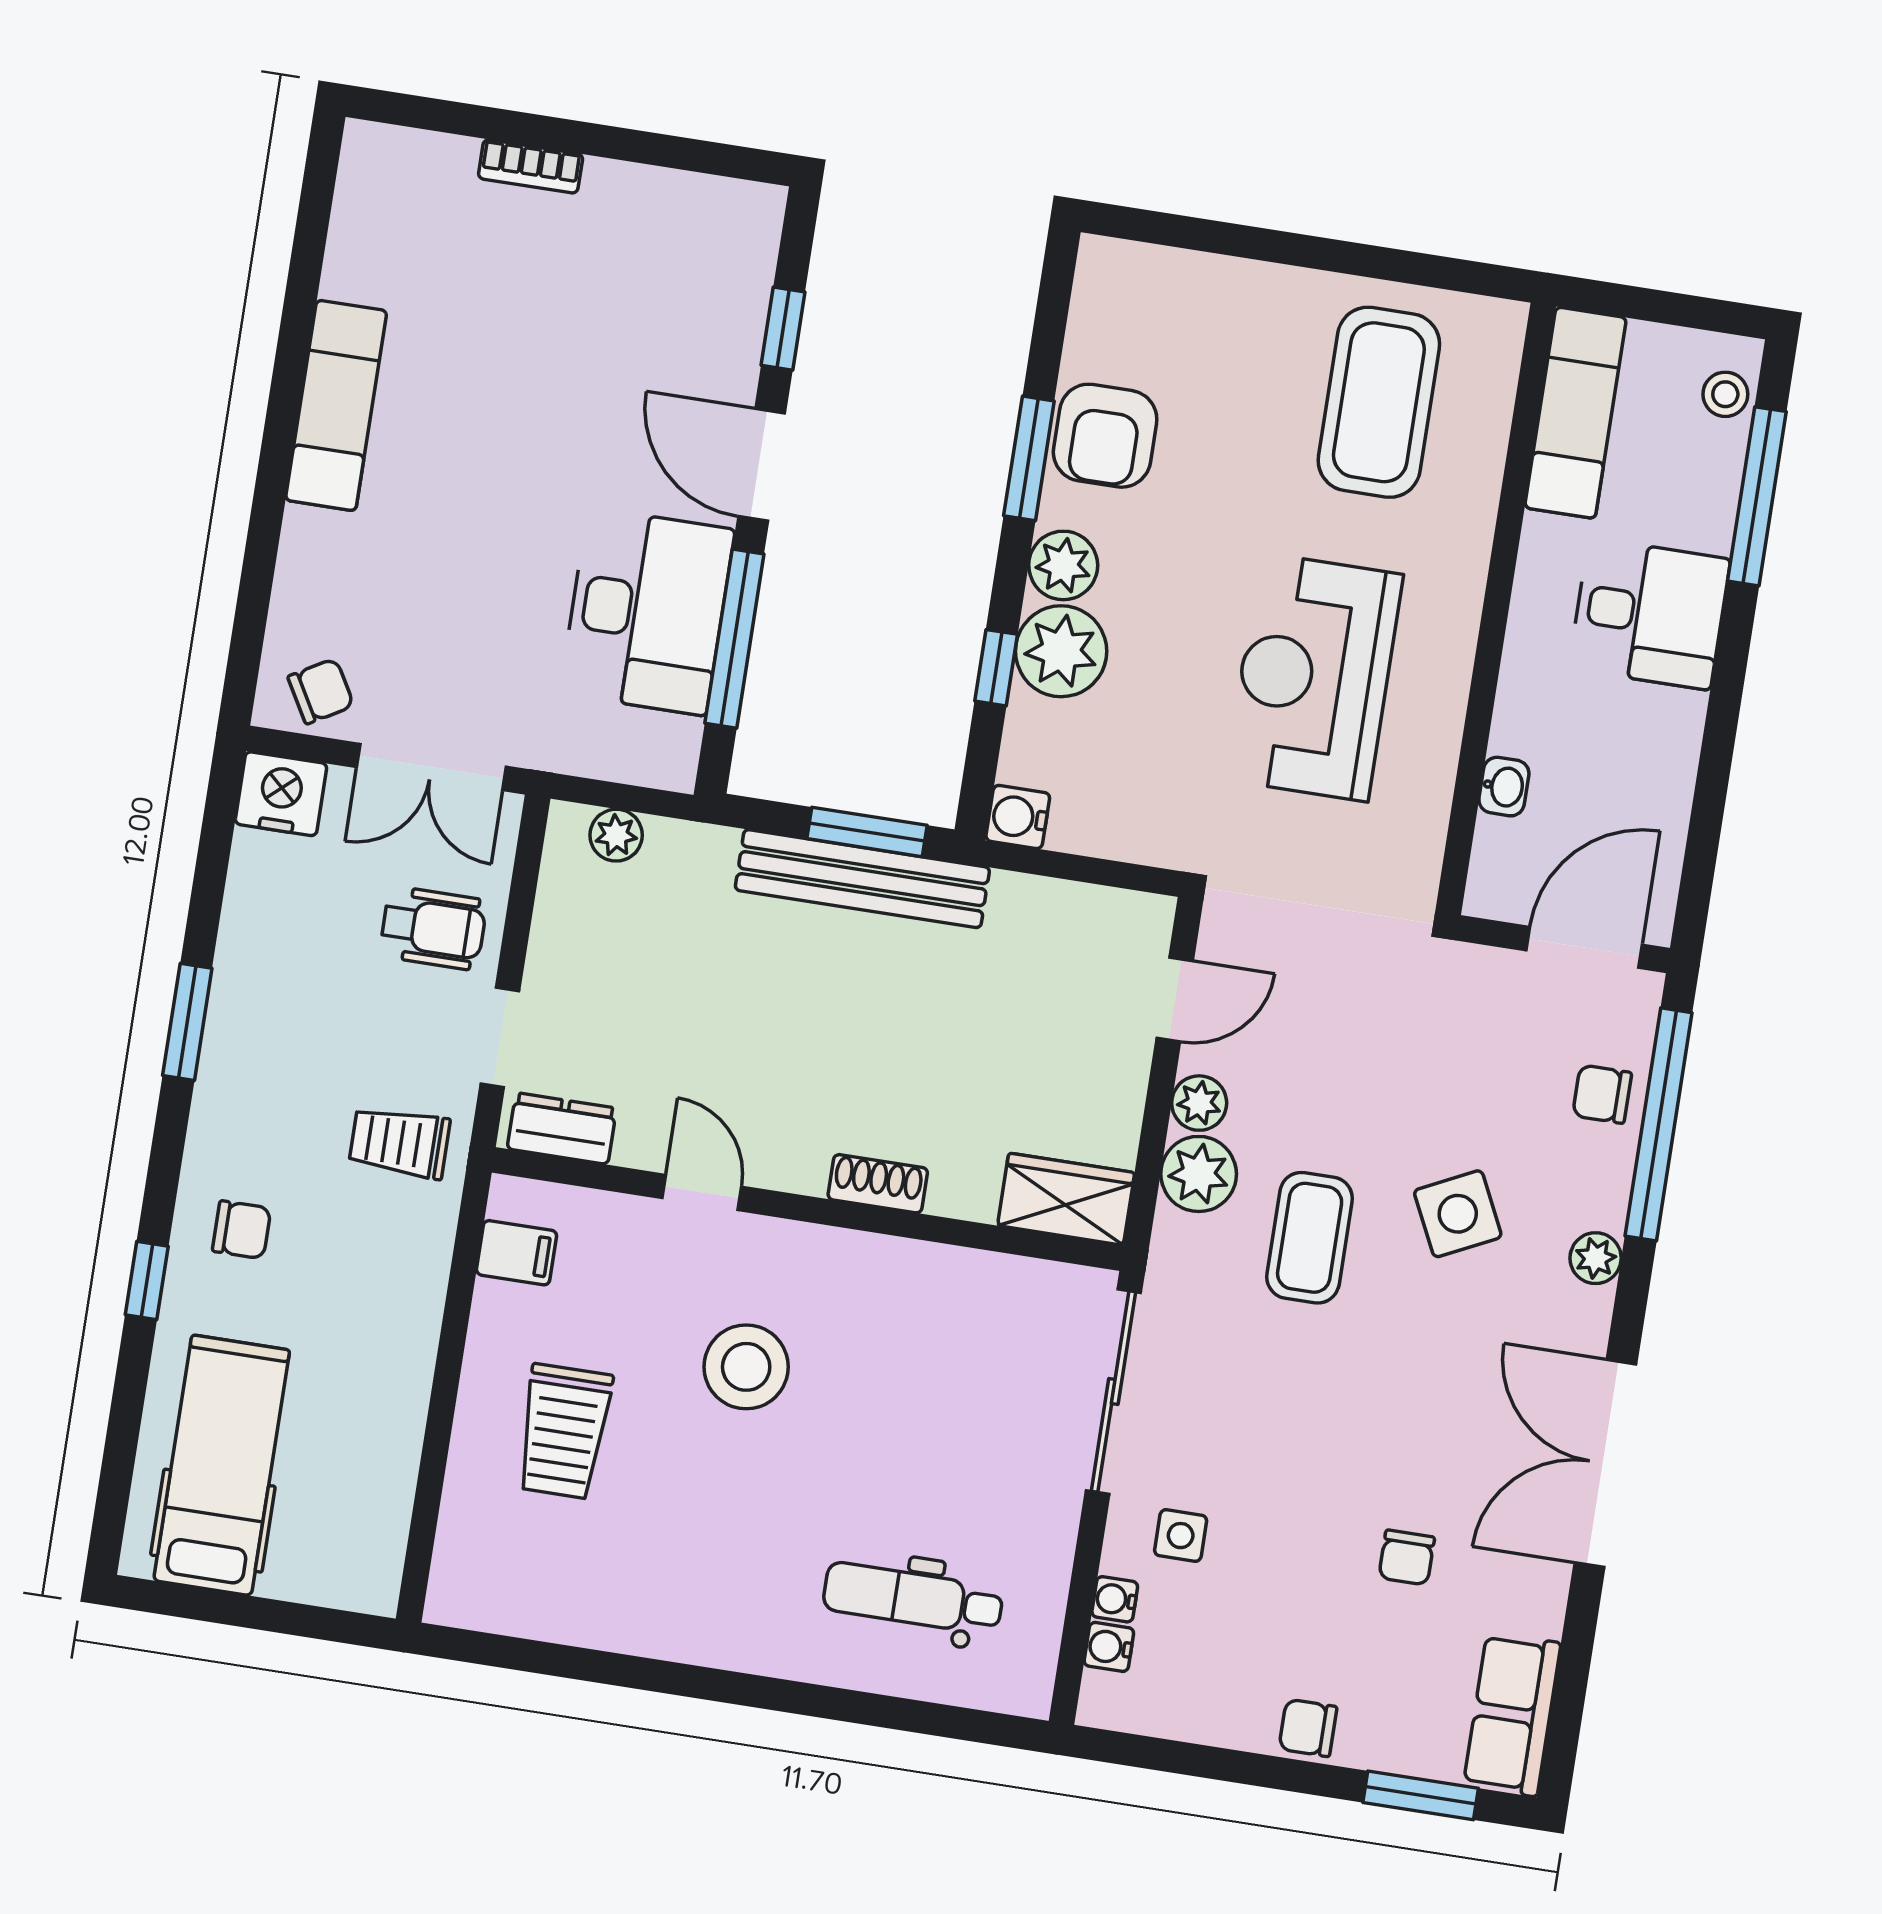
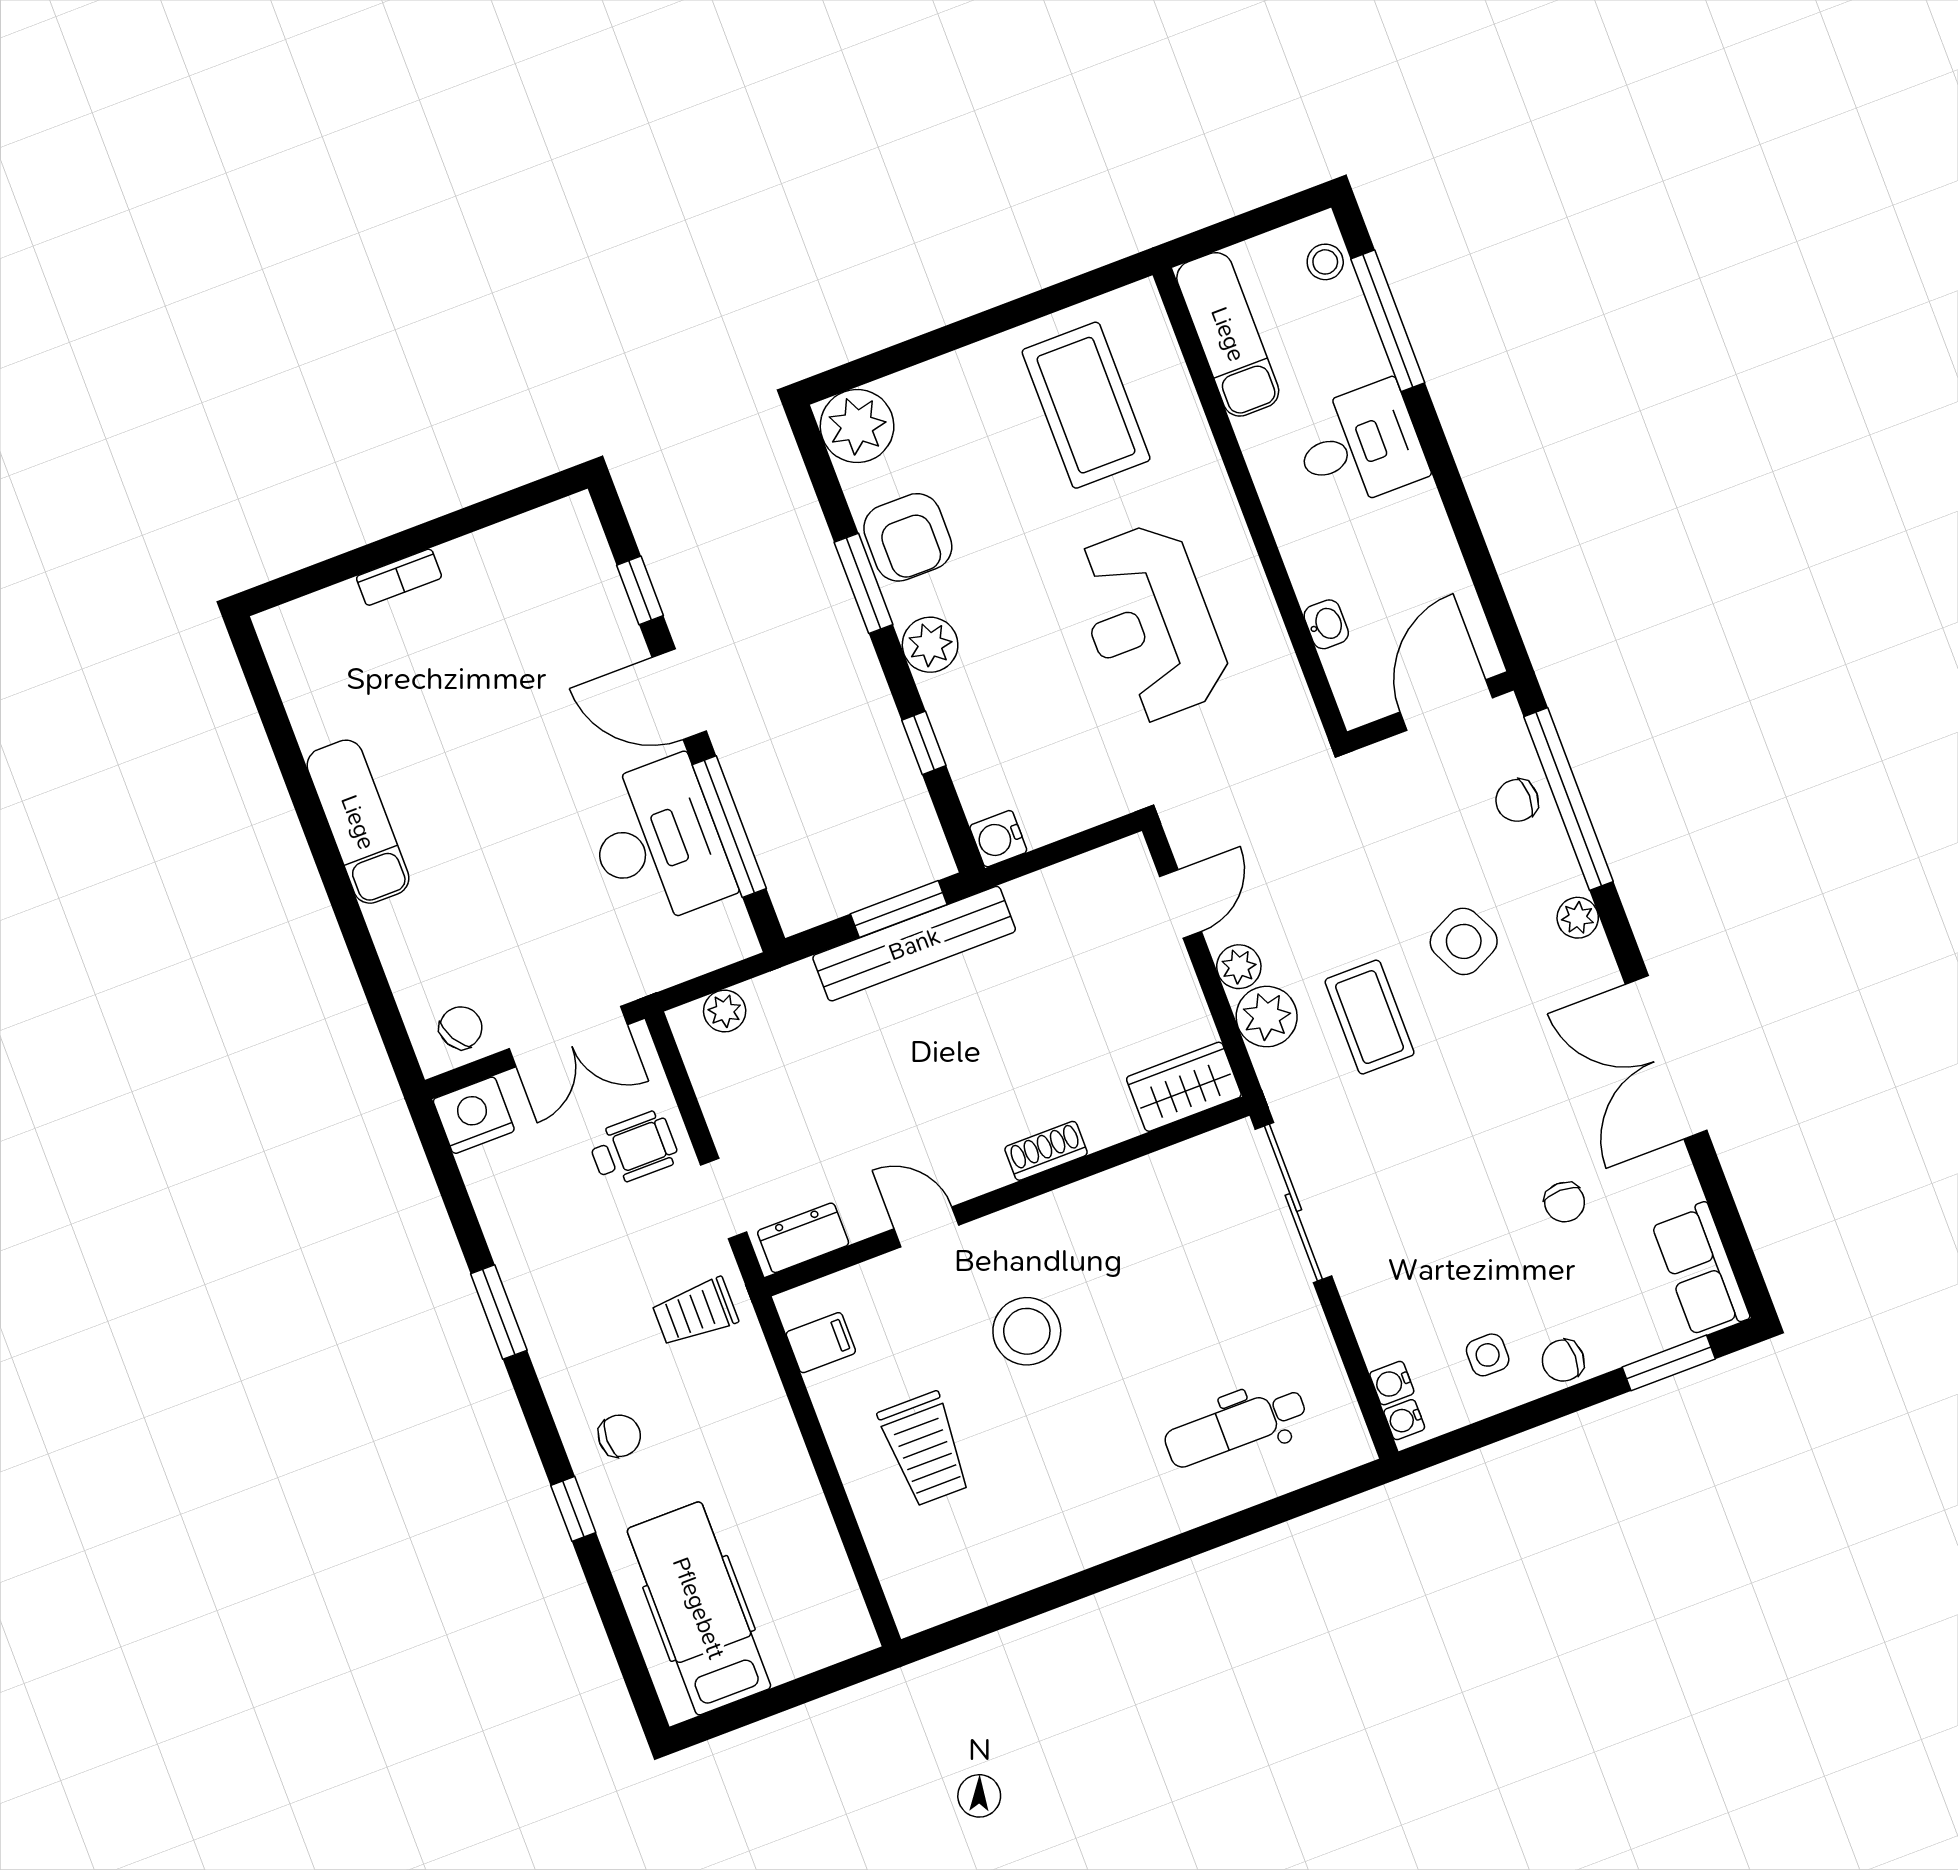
plant: (1061, 651) -> (857, 426), moved
side table: (1181, 1536) -> (1488, 1355), moved
water cooler: (1115, 1599) -> (1404, 1420), moved

